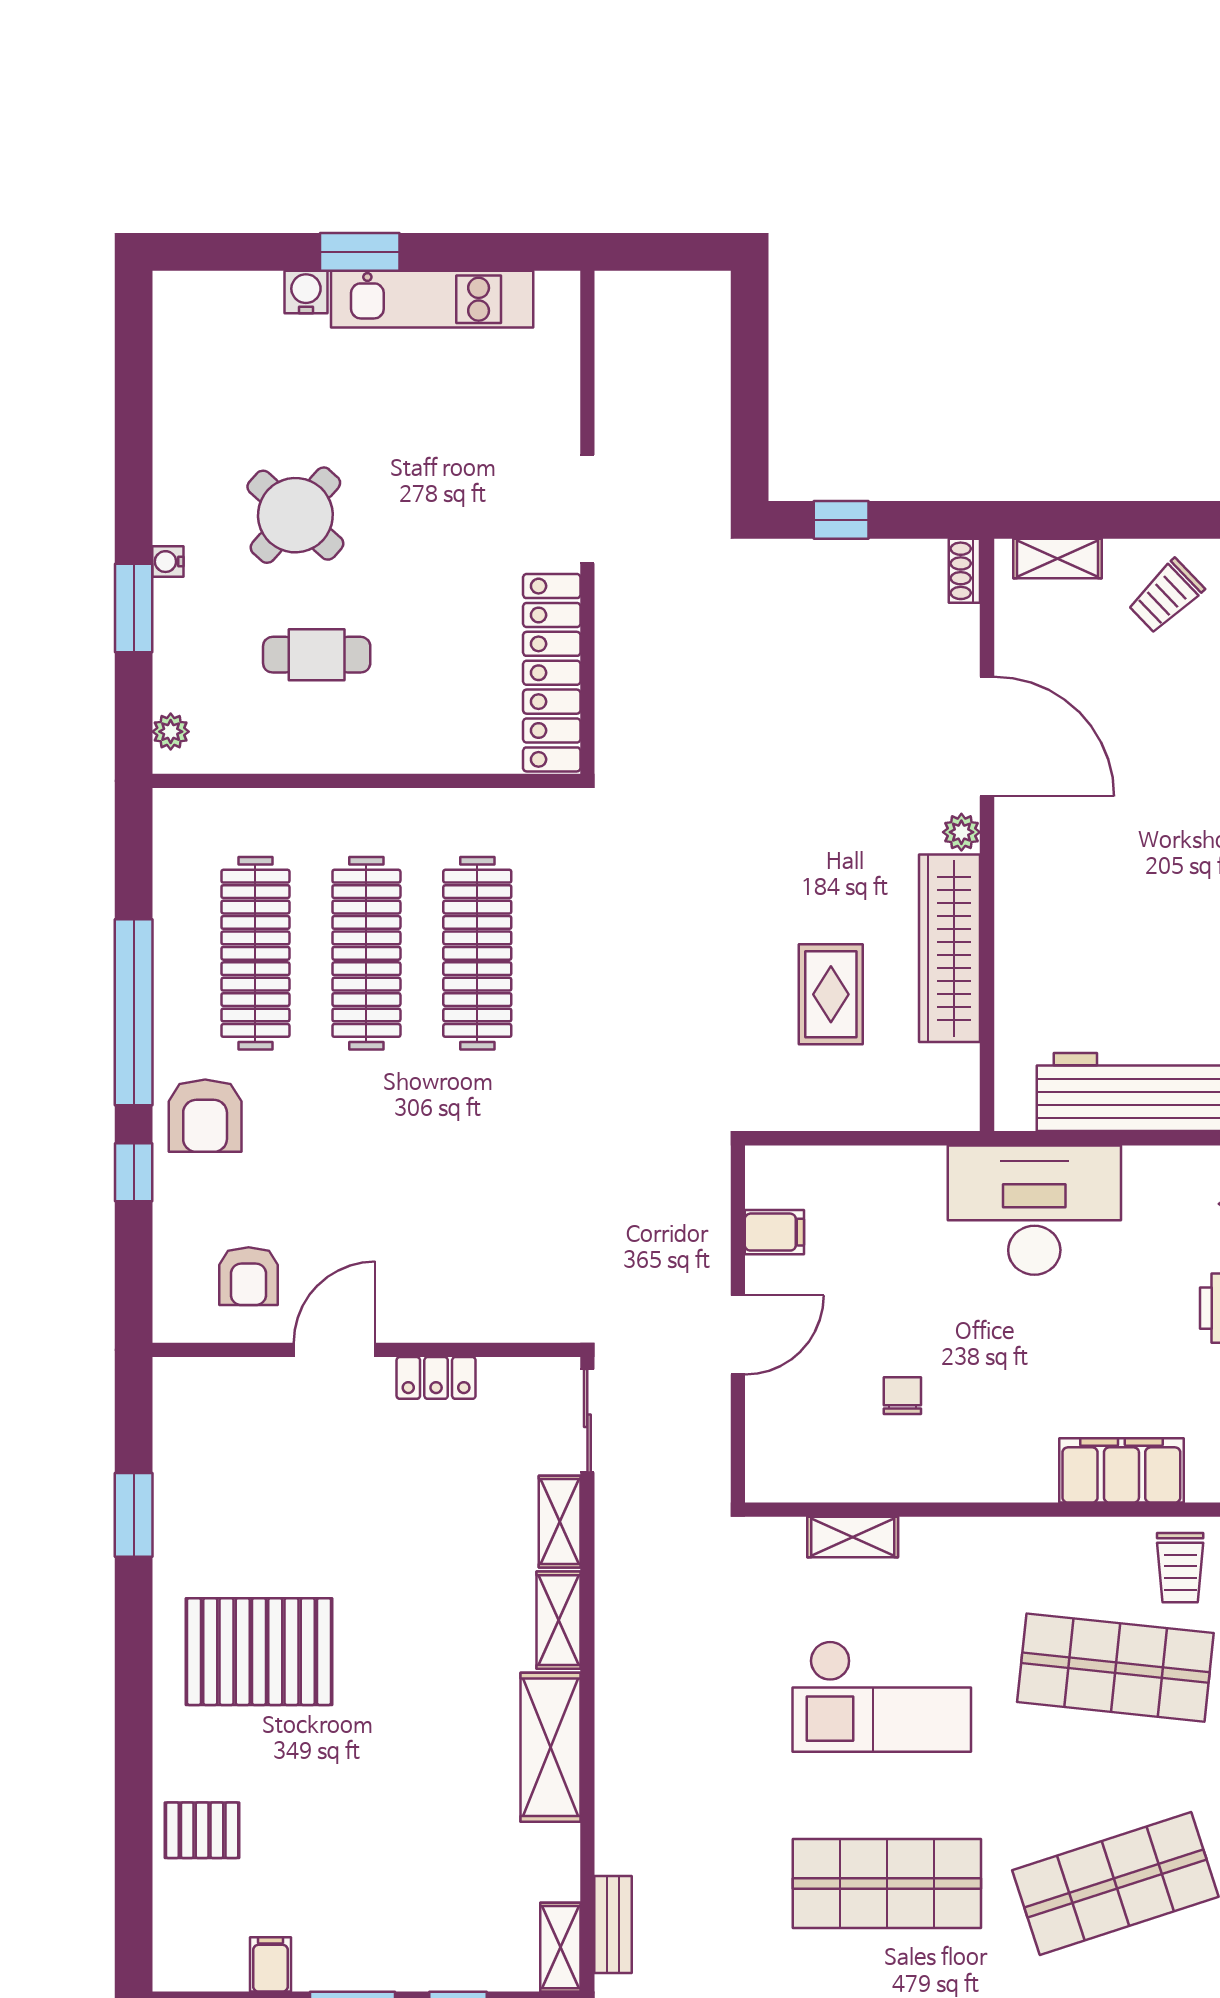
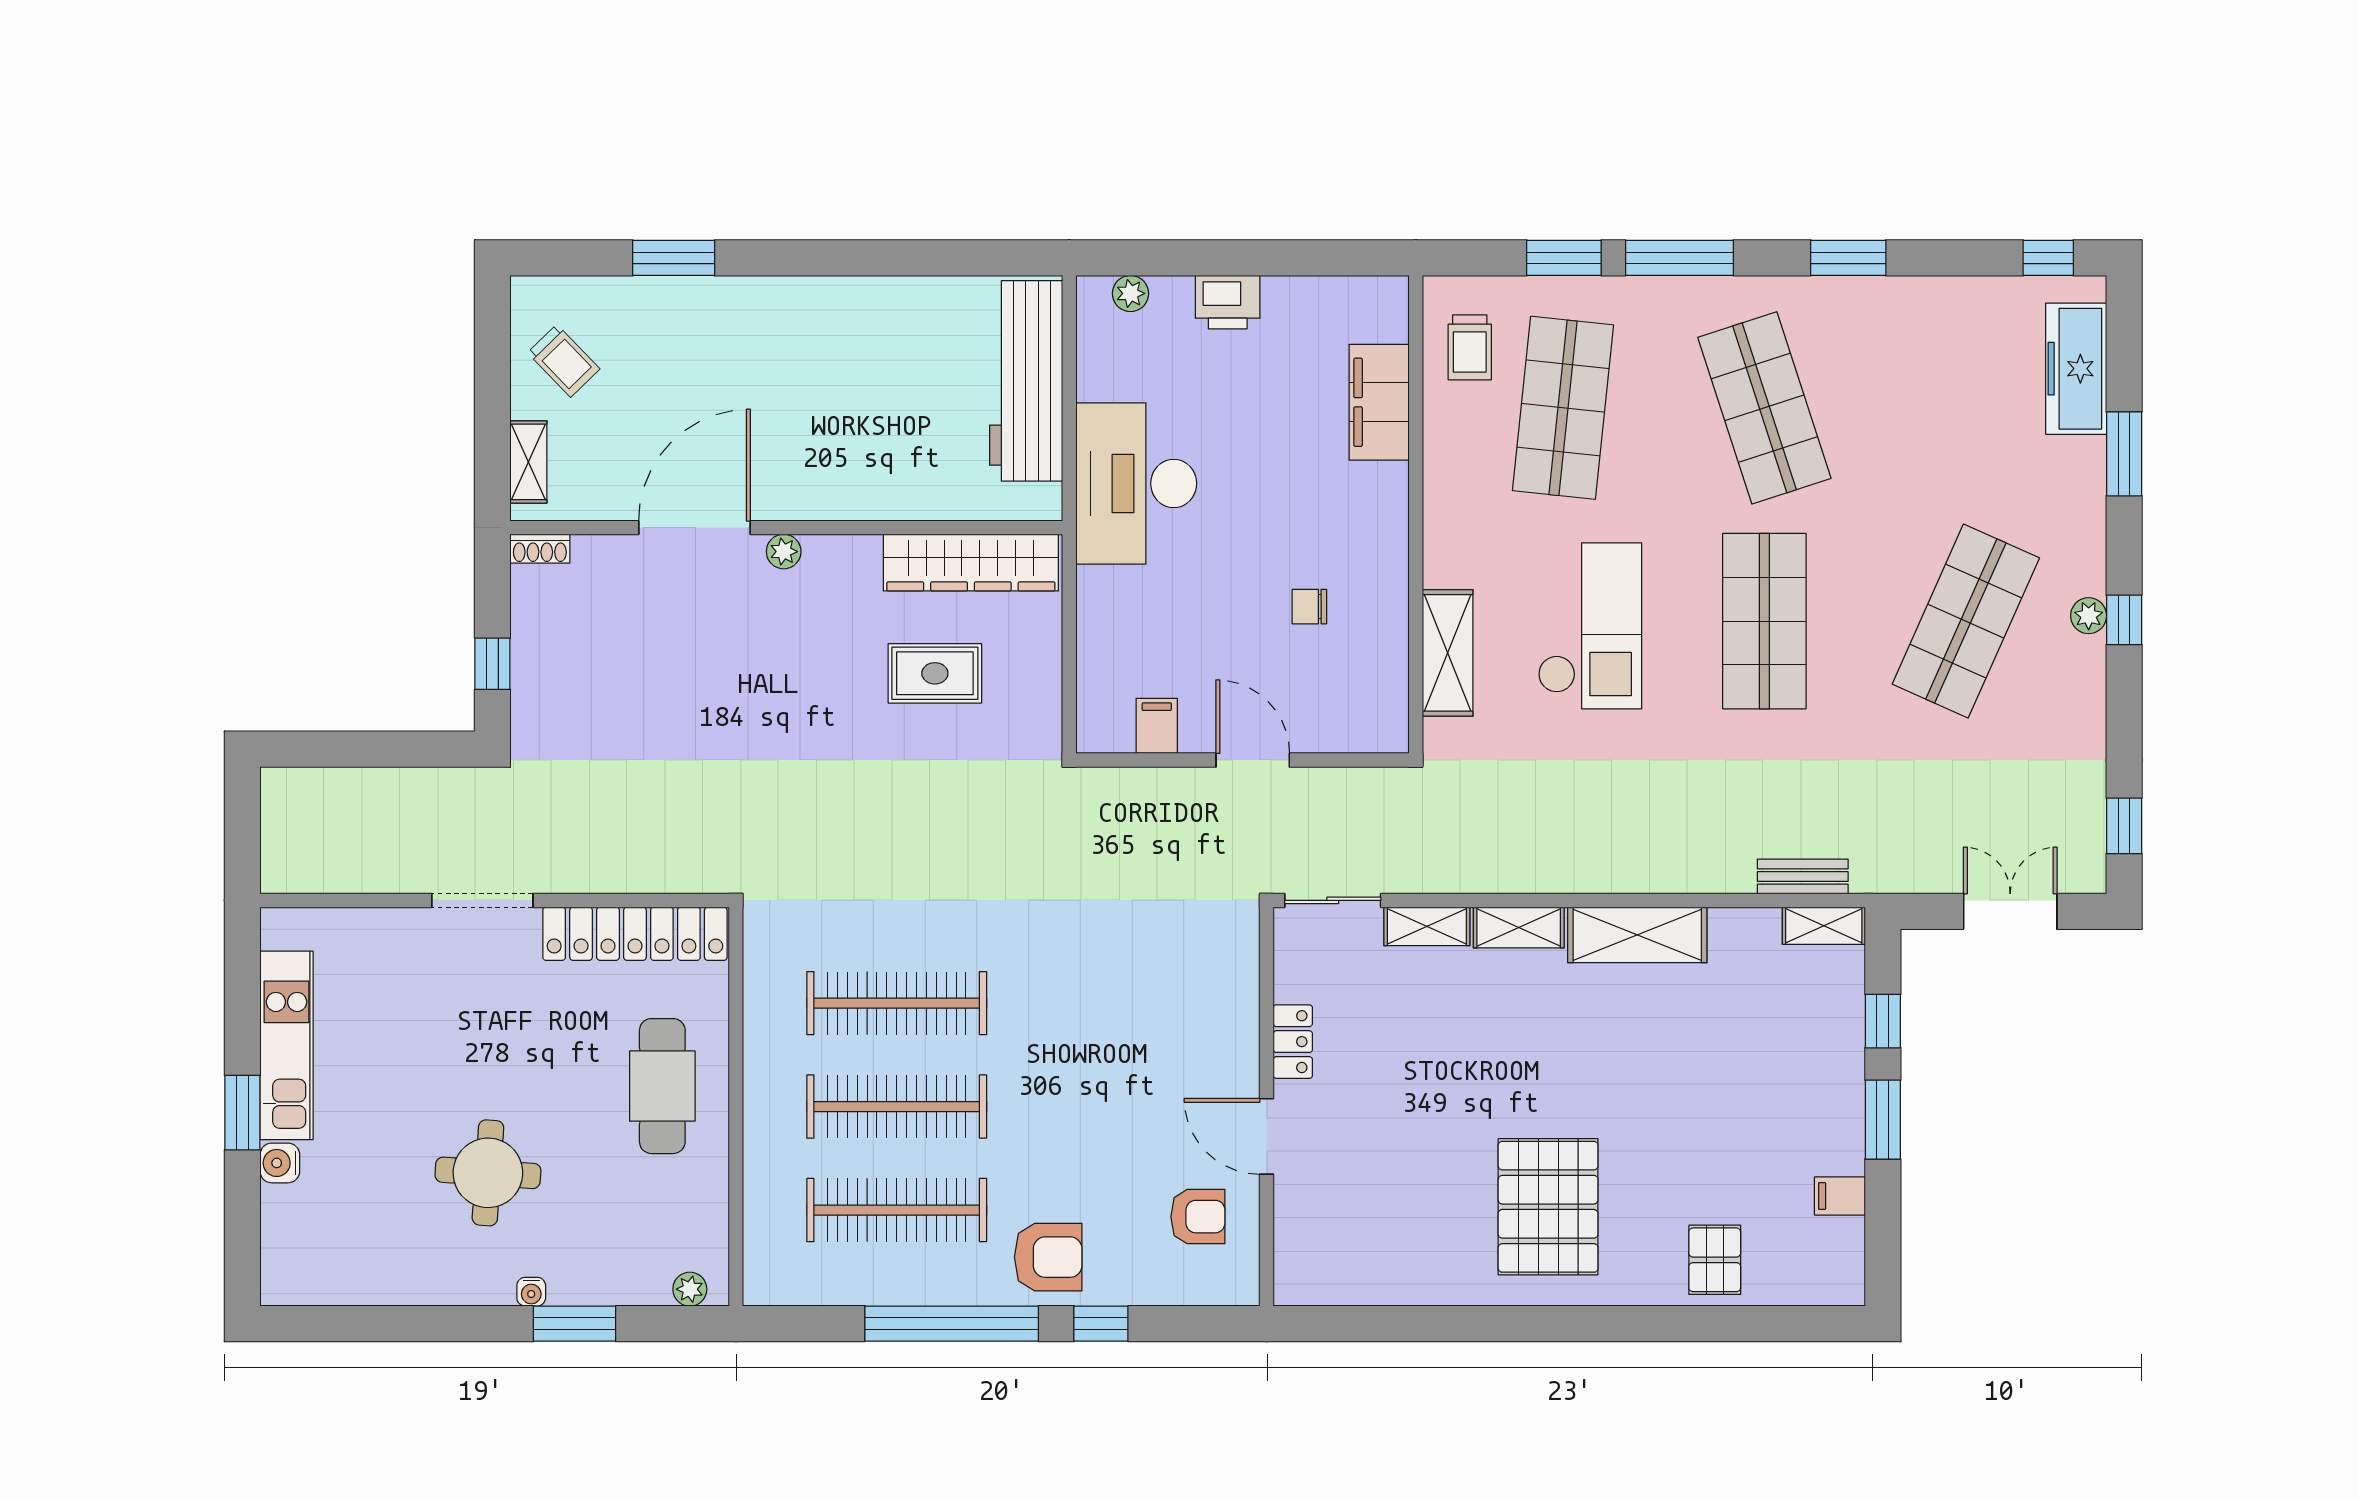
round table: (295, 515) -> (488, 1173), turned -38
cafe table: (317, 655) -> (662, 1086), moved, width x1.37, depth x1.35
wardrobe: (950, 948) -> (971, 563), moved
window: (134, 1515) -> (1421, 1324), removed
shelving: (853, 1537) -> (1448, 653), width x1.50, depth x1.33
trolley: (1180, 1568) -> (1470, 347), turned 90

